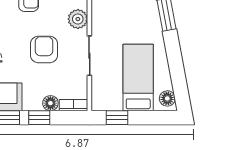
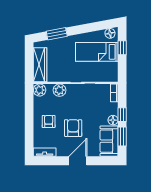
armchair: (44, 49) -> (73, 128), moved, turned 90
floor lamp: (50, 103) -> (113, 120), moved
window: (117, 118) -> (122, 48), moved

